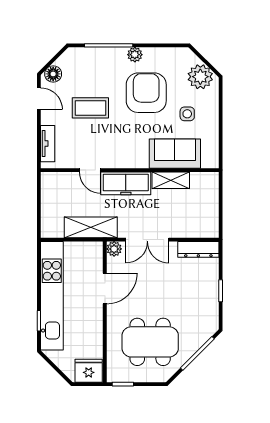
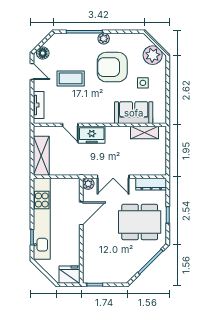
armchair: (146, 93) -> (112, 67), turned -90
shelving: (171, 180) -> (144, 132), moved
freezer: (126, 183) -> (92, 135), width x0.71
shelving: (91, 227) -> (41, 156), moved, turned 90
dining table: (150, 342) -> (140, 222), moved

